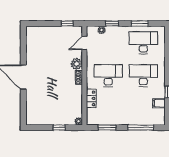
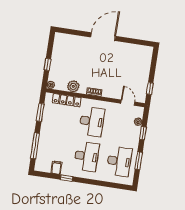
plant: (77, 64) -> (73, 86), moved
locker: (91, 98) -> (67, 100), width x1.53

